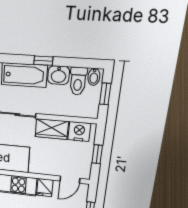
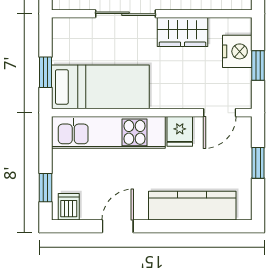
nightstand: (79, 132) -> (237, 51), moved, turned 90

